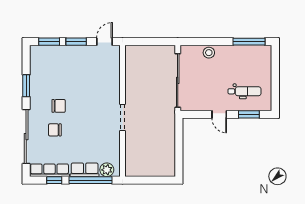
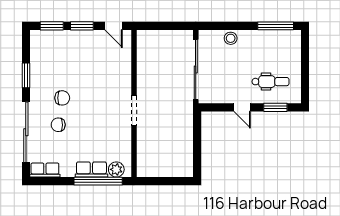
door: (104, 42) -> (114, 26), swing flipped
row of seats: (50, 170) -> (45, 170), width x0.68
window: (54, 180) -> (58, 181), removed

